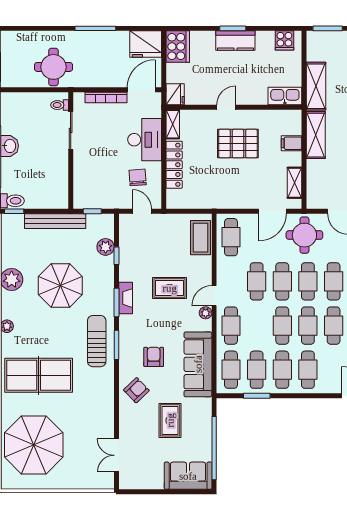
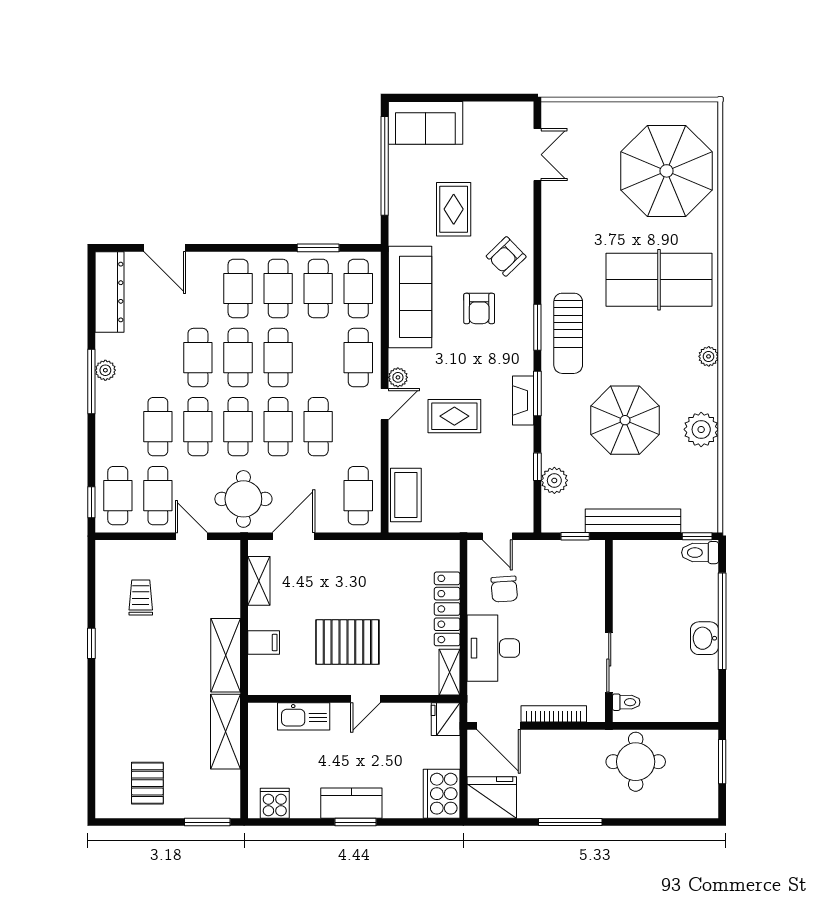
door: (141, 90) -> (499, 726), hinge flipped
kitchen sink: (285, 96) -> (304, 716), moved

